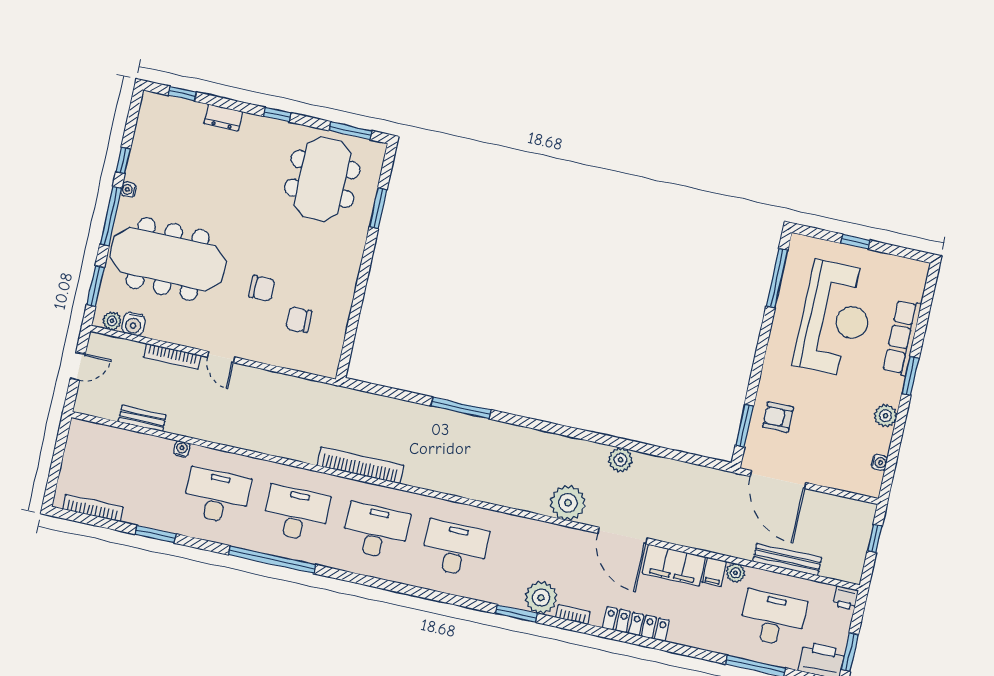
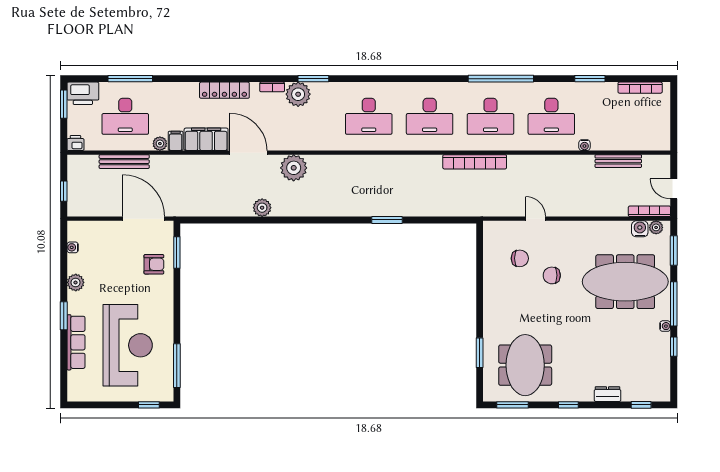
window: (855, 242) -> (149, 405), moved
reception desk: (835, 319) -> (128, 345), turned 180
bookcase: (172, 356) -> (649, 211), moved
door: (221, 357) -> (536, 219), moved
door: (78, 366) -> (674, 189), hinge flipped
window: (461, 408) -> (387, 220), width x0.69
bench: (142, 418) -> (618, 161), width x1.36
bookcase: (360, 465) -> (475, 162), moved

